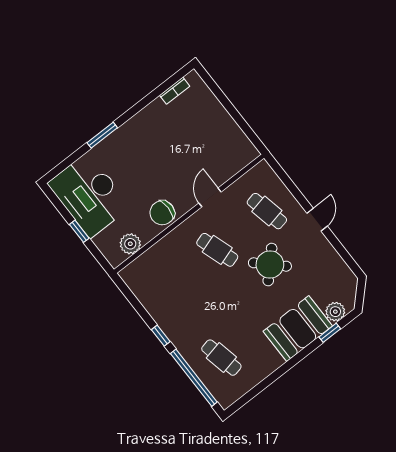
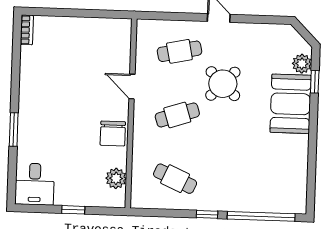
bookcase: (175, 91) -> (27, 30), moved
desk: (89, 195) -> (35, 184), width x0.53, depth x0.77
cafe table: (221, 358) -> (175, 179), moved, turned 36

